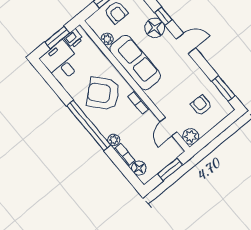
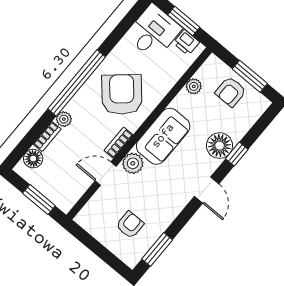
sofa: (135, 63) -> (163, 136), width x0.73
door: (169, 127) -> (106, 174), moved
plant: (191, 136) -> (133, 163), moved

